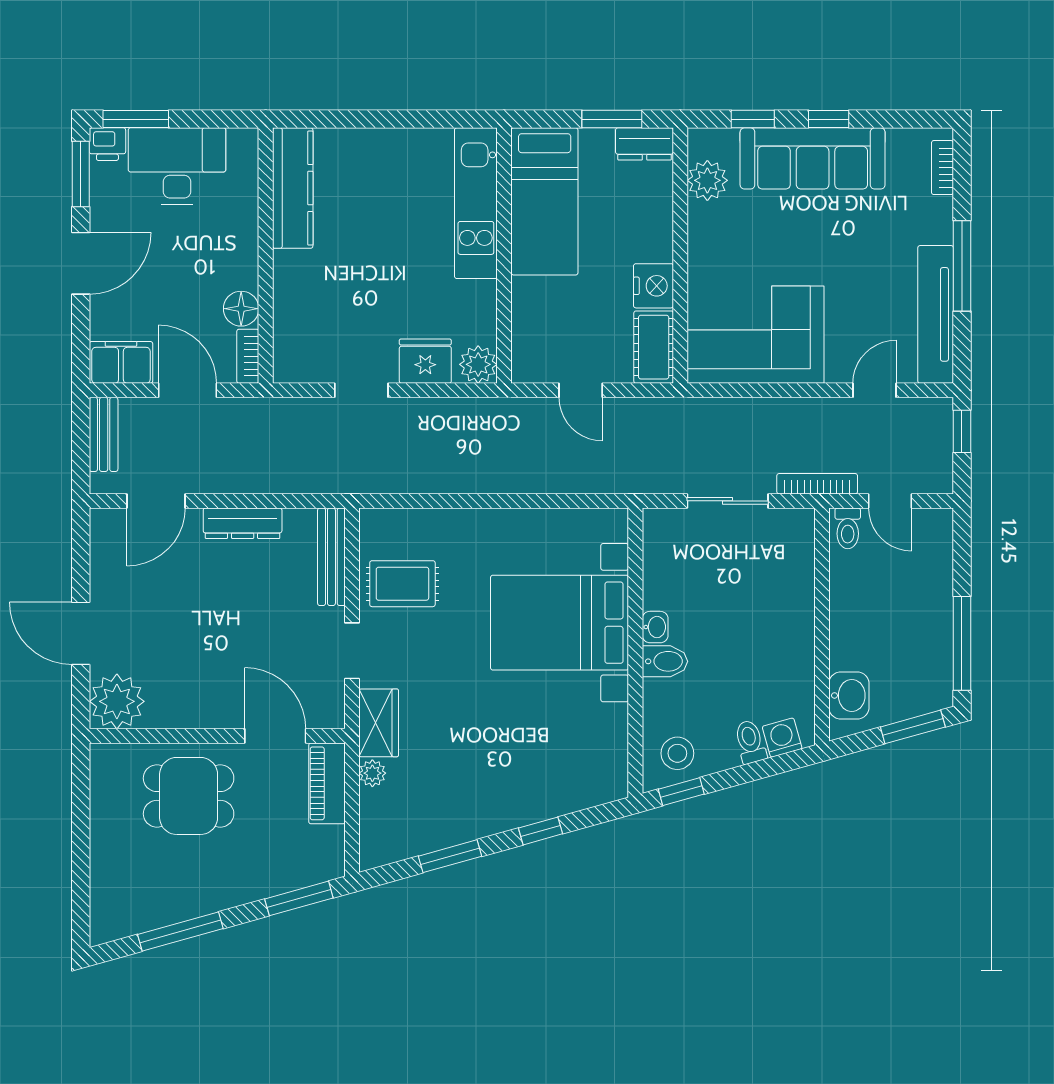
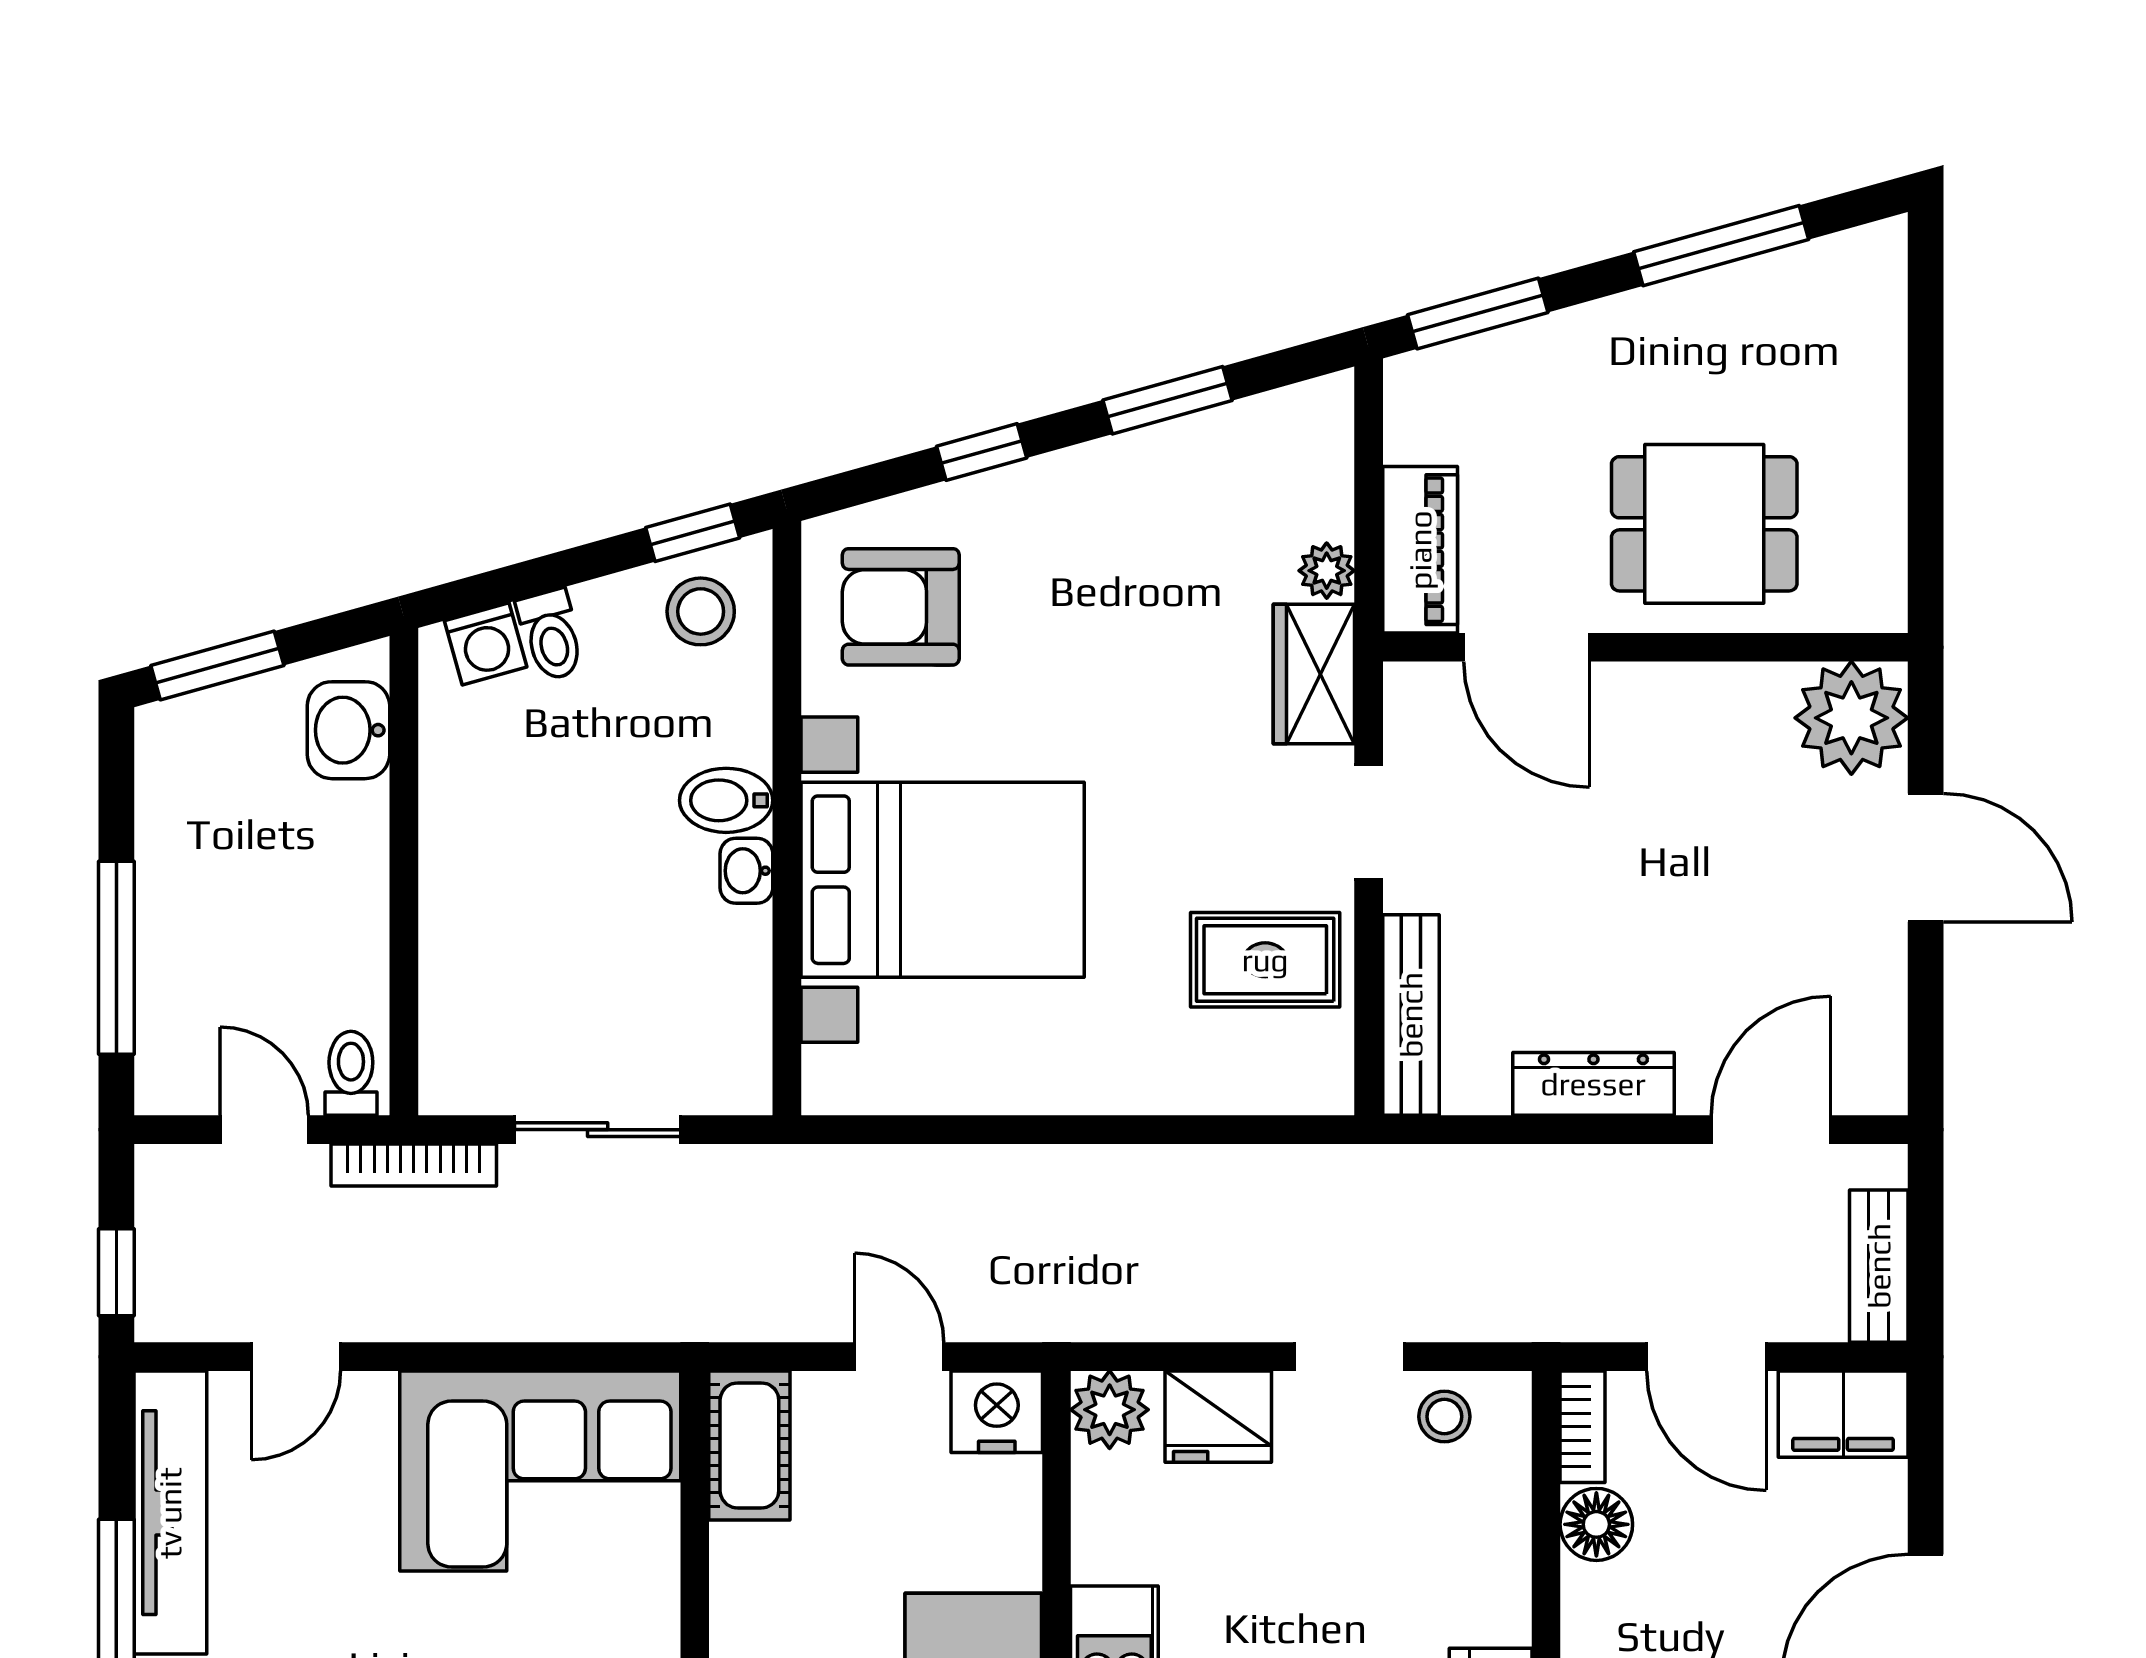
nightstand: (653, 286) -> (997, 1412), moved, turned 90
stool: (315, 361) -> (1444, 1417), added
window: (962, 643) -> (116, 958), moved
armchair: (580, 756) -> (901, 607), added

